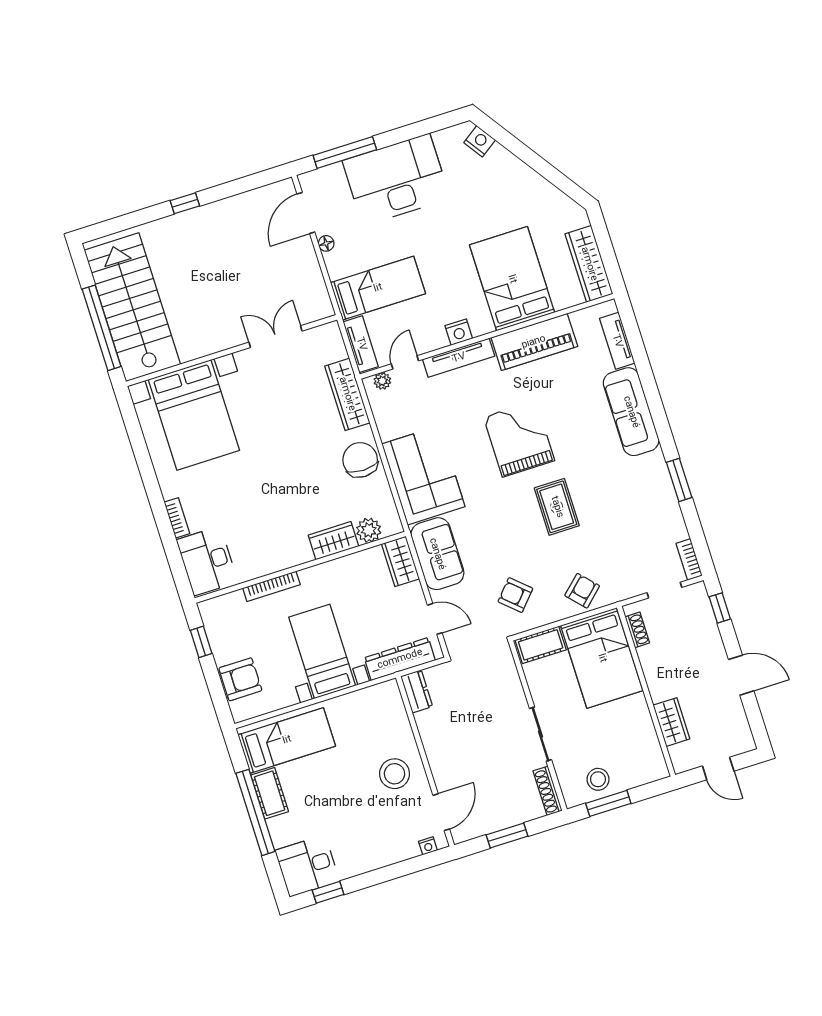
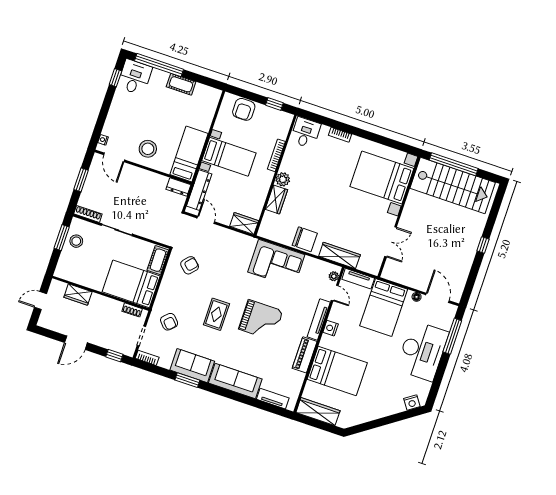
bed: (378, 288) -> (384, 308), width x1.50
piano: (534, 342) -> (305, 355), width x0.73, depth x0.75
rug: (557, 507) -> (216, 314), turned 90
plant: (369, 530) -> (283, 179), moved
sofa: (437, 554) -> (192, 366), moved, turned 180
desk: (207, 561) -> (305, 133), width x0.73
armchair: (582, 591) -> (169, 322), moved
door: (435, 619) -> (206, 220), swing flipped
bed: (287, 740) -> (189, 154), moved, turned 180
window: (255, 812) -> (159, 65), moved

